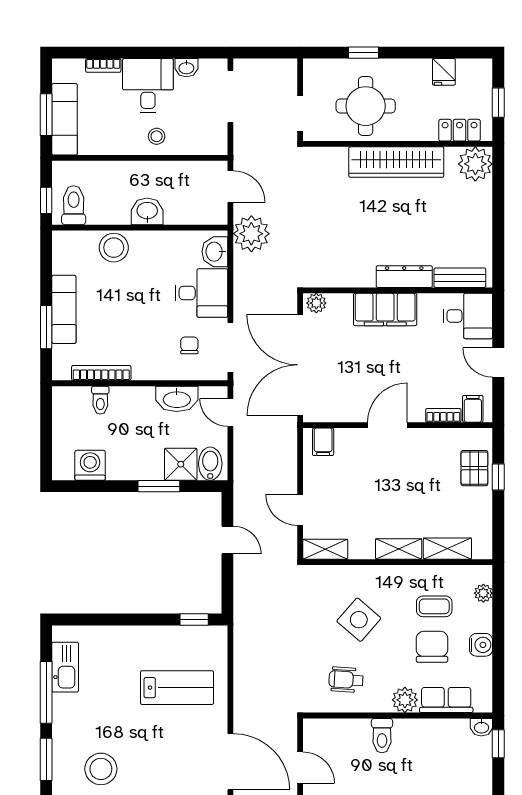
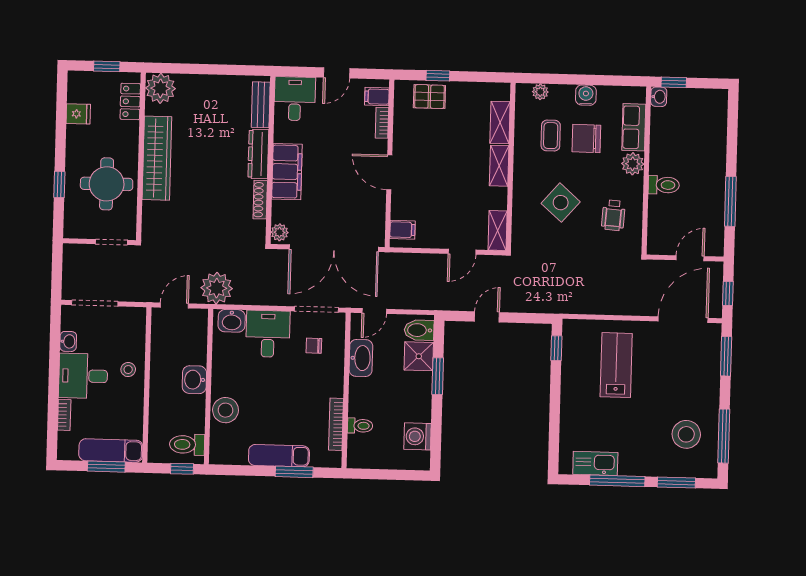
shoe rack: (353, 280) -> (260, 200), added

